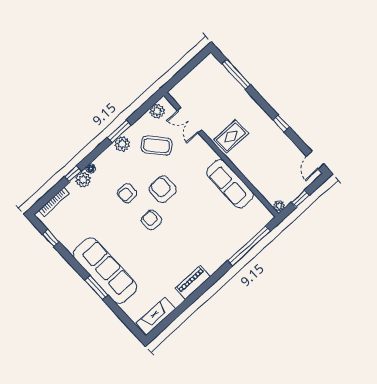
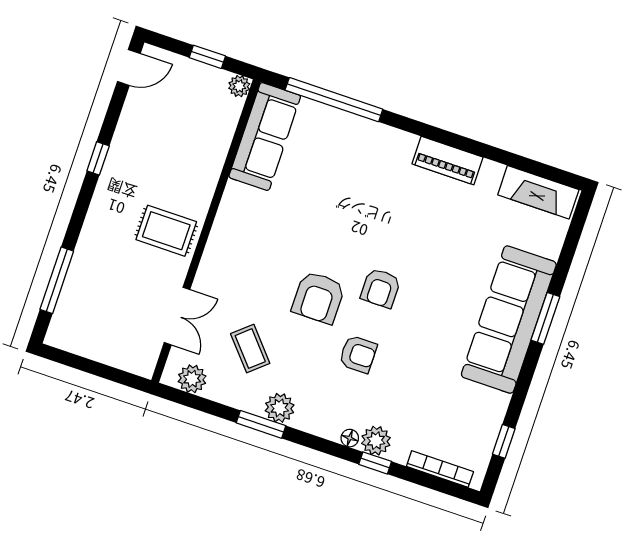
coffee table: (156, 145) -> (250, 349), width x0.73, depth x0.77
sofa: (230, 184) -> (265, 137), moved

